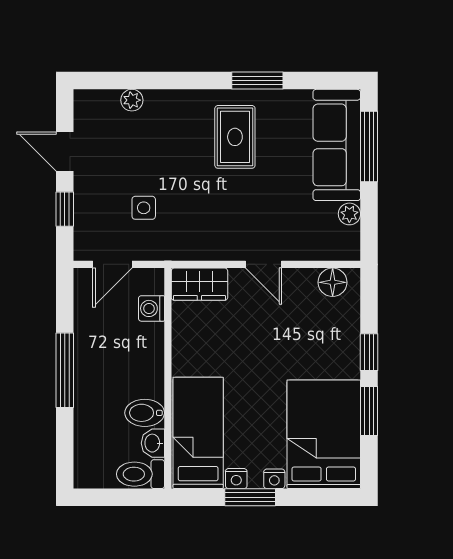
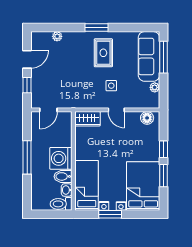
window: (257, 81) -> (96, 28), moved
door: (65, 151) -> (27, 59), swing flipped
side table: (144, 208) -> (111, 86), moved
washing machine: (152, 308) -> (61, 158), moved, width x1.89, depth x1.89

